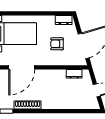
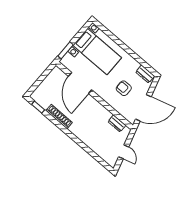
door: (22, 67) -> (80, 83), hinge flipped

